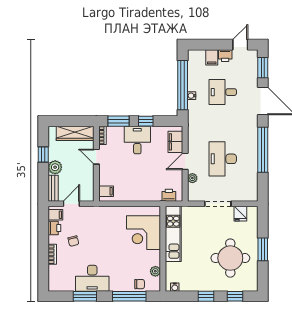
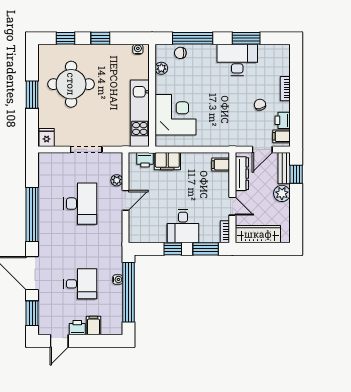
filing cabinet: (175, 142) -> (167, 161), moved, turned 90
window: (43, 154) -> (296, 174), moved
dresser: (88, 184) -> (242, 174), added
fridge: (240, 214) -> (47, 138), moved

